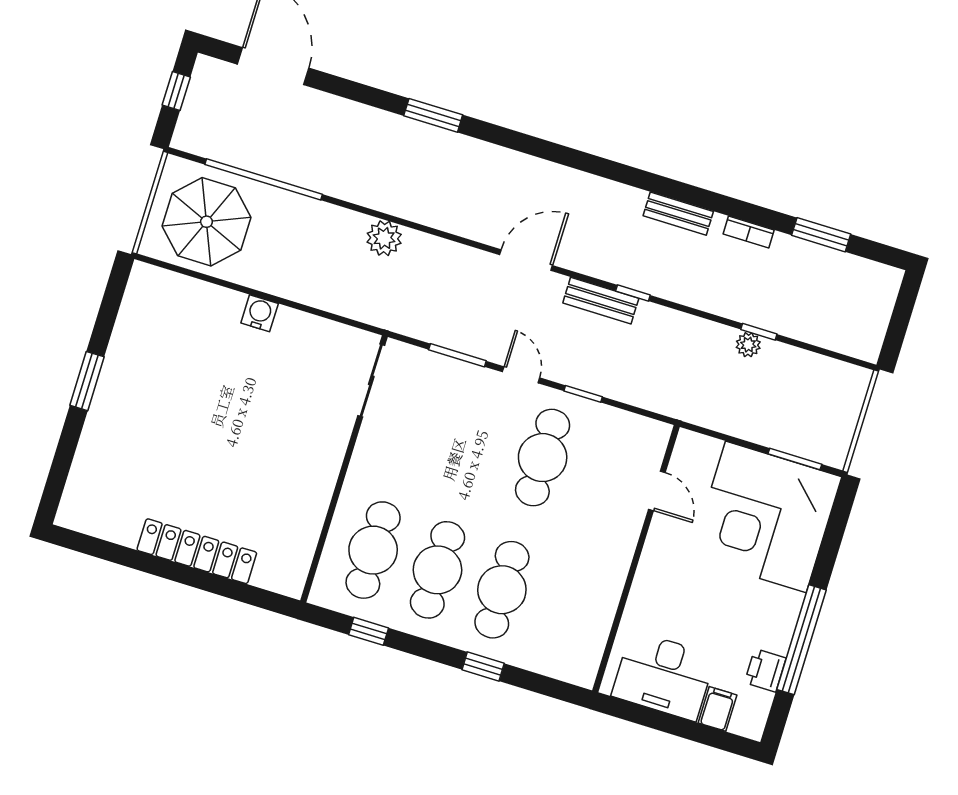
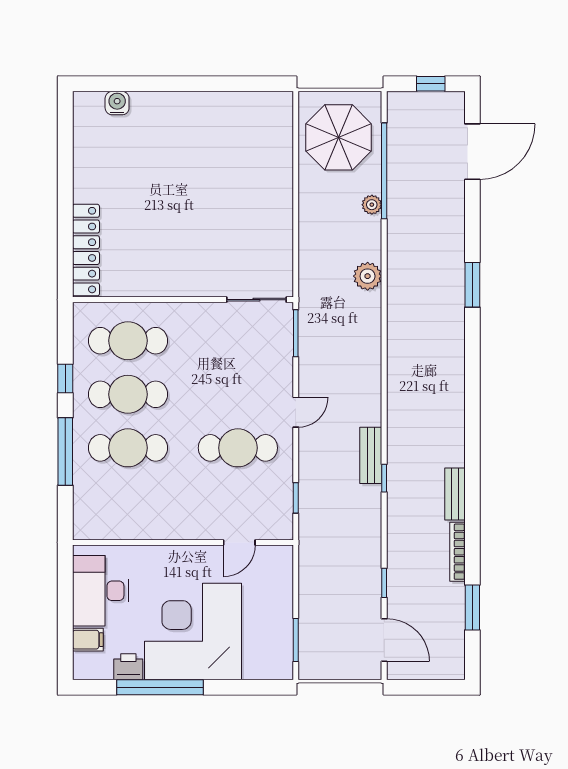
bookcase: (749, 232) -> (457, 552), width x1.56
door: (526, 260) -> (384, 640), moved
water cooler: (260, 313) -> (117, 103), moved, turned -90
plant: (748, 345) -> (372, 205), moved
window: (457, 355) -> (296, 333), moved
window: (87, 381) -> (190, 84), removed
window: (583, 394) -> (296, 498), moved
corner desk: (766, 517) -> (193, 631), moved
locker: (197, 551) -> (86, 250), moved
window: (369, 631) -> (65, 379), moved
window: (483, 667) -> (65, 452), width x2.17

